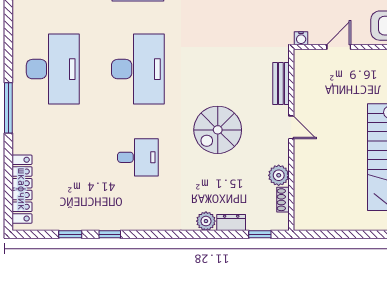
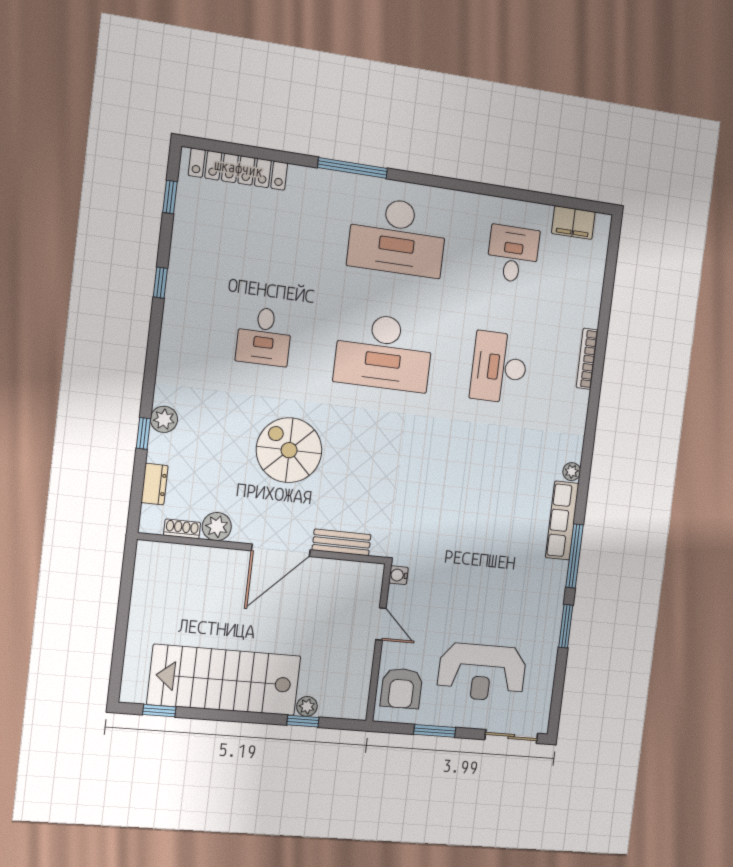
door: (291, 127) -> (281, 550), width x1.88
dresser: (231, 223) -> (155, 484), moved
window: (70, 234) -> (170, 197), moved
window: (260, 234) -> (143, 433), moved

